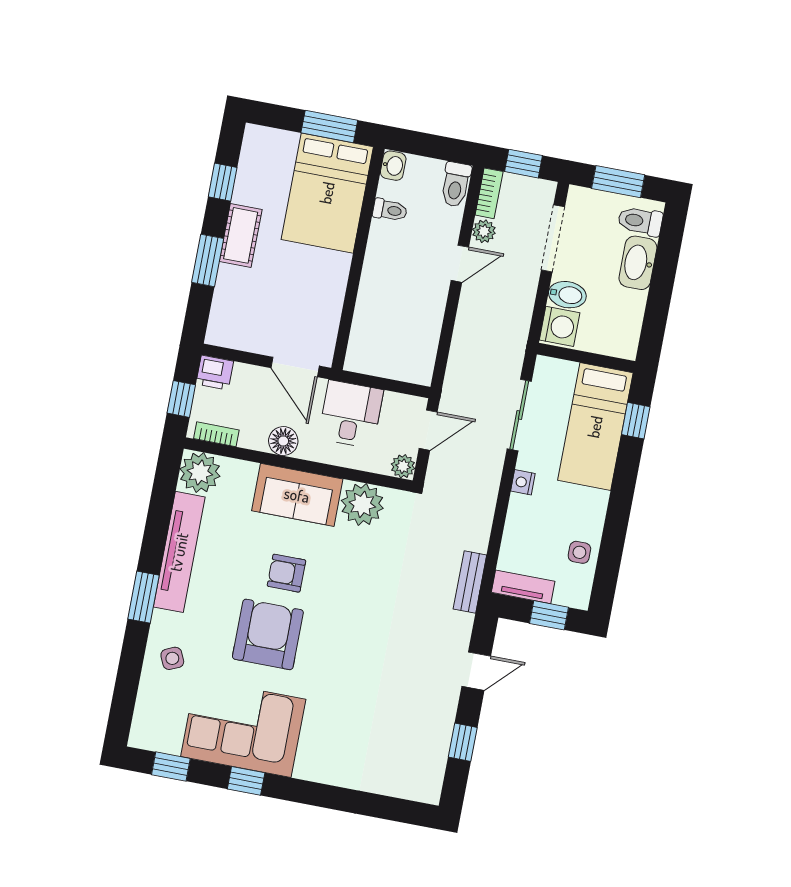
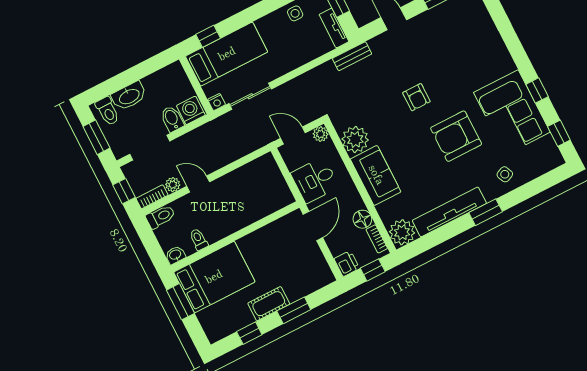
floor lamp: (283, 441) -> (362, 219), moved
nightstand: (523, 482) -> (217, 102), moved
armchair: (286, 573) -> (416, 97), moved

